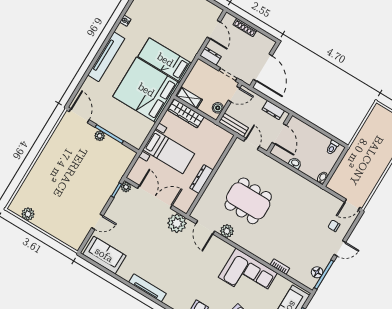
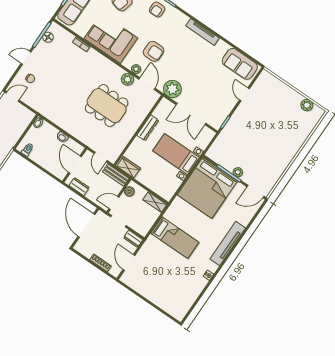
bed: (146, 90) -> (207, 188), moved, turned 90
wardrobe: (186, 114) -> (129, 167), moved, width x0.67
door: (79, 116) -> (255, 191), hinge flipped
plant: (126, 187) -> (136, 69), moved
door: (97, 222) -> (244, 94), hinge flipped
armchair: (200, 263) -> (153, 51), added

